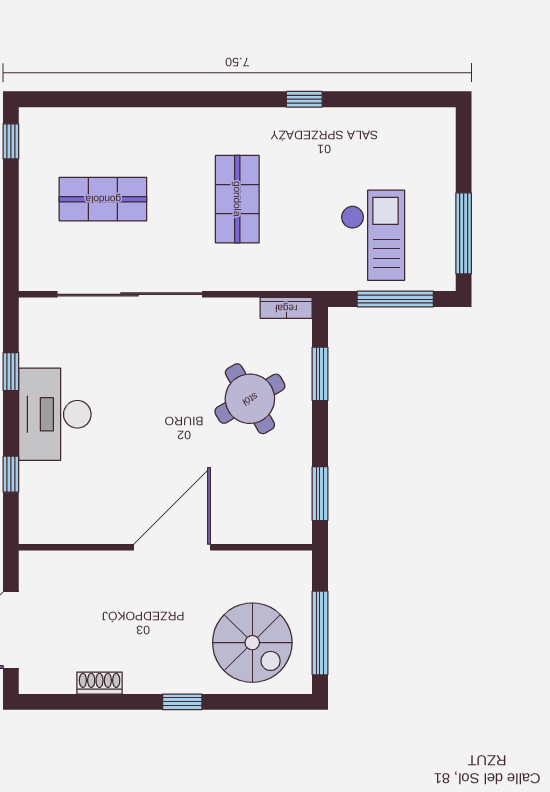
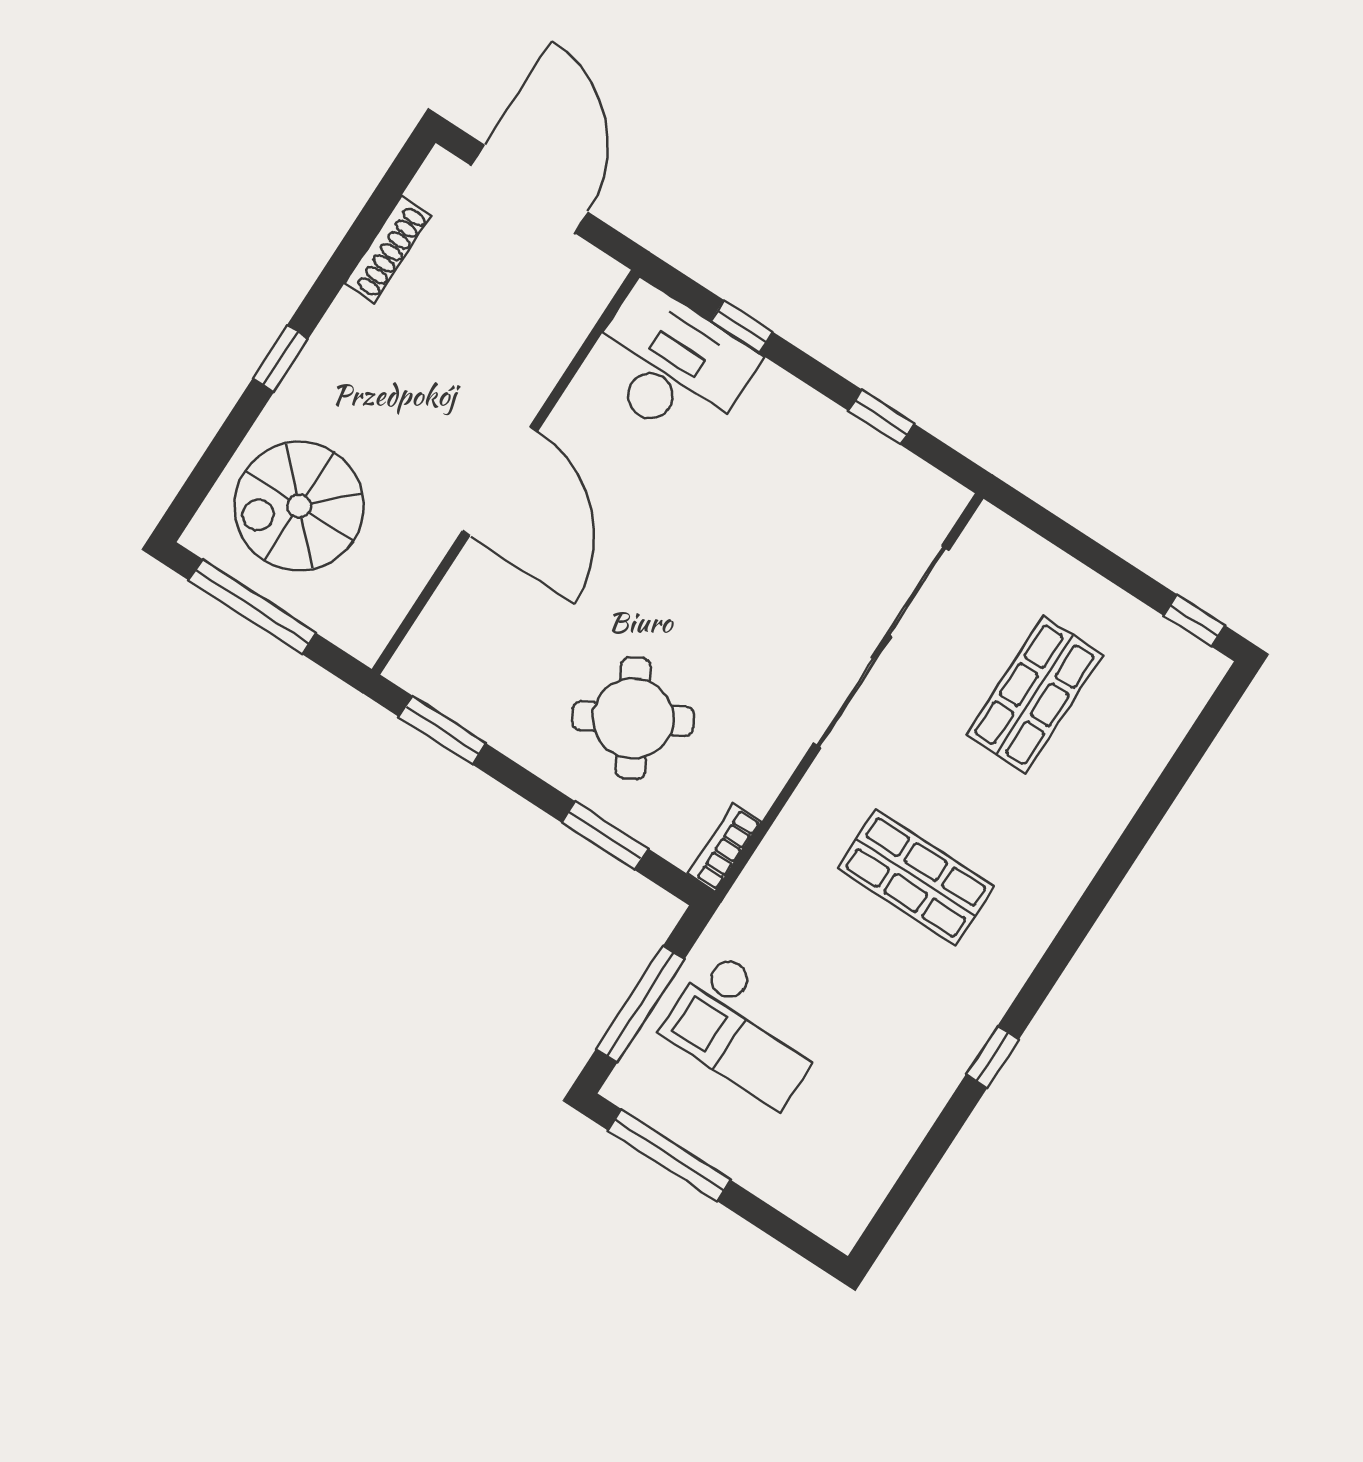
desk: (55, 414) -> (670, 365), moved
shoe rack: (100, 683) -> (388, 249), width x1.43

